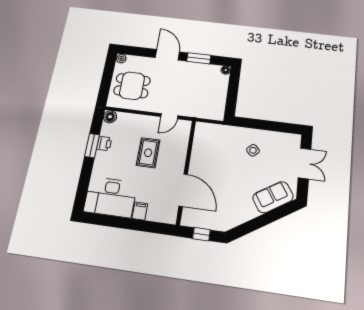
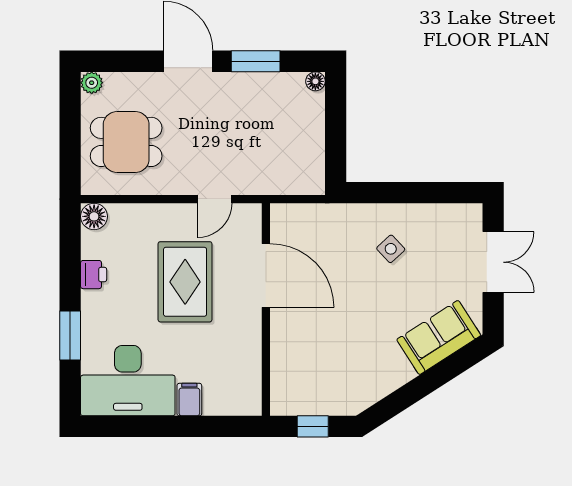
window: (92, 146) -> (70, 335), moved
rug: (148, 153) -> (185, 282), width x1.36, depth x1.43
door: (183, 190) -> (266, 275), moved

